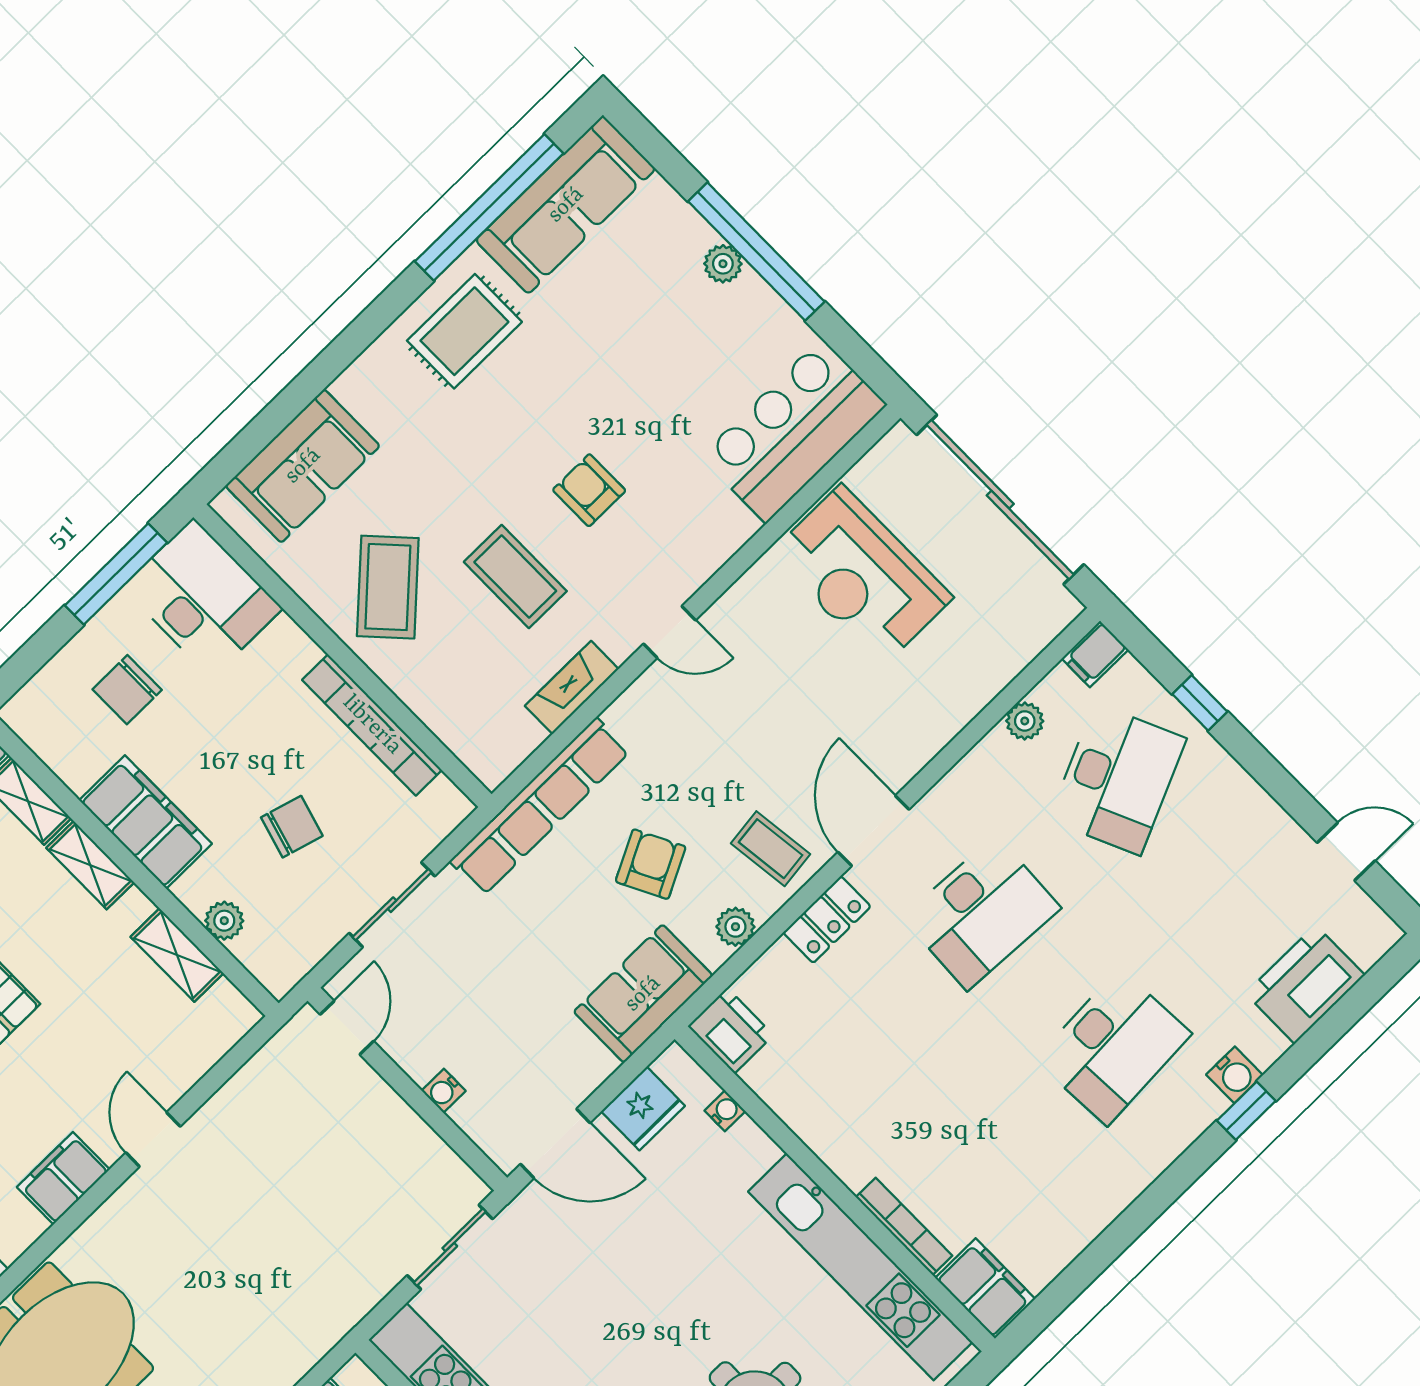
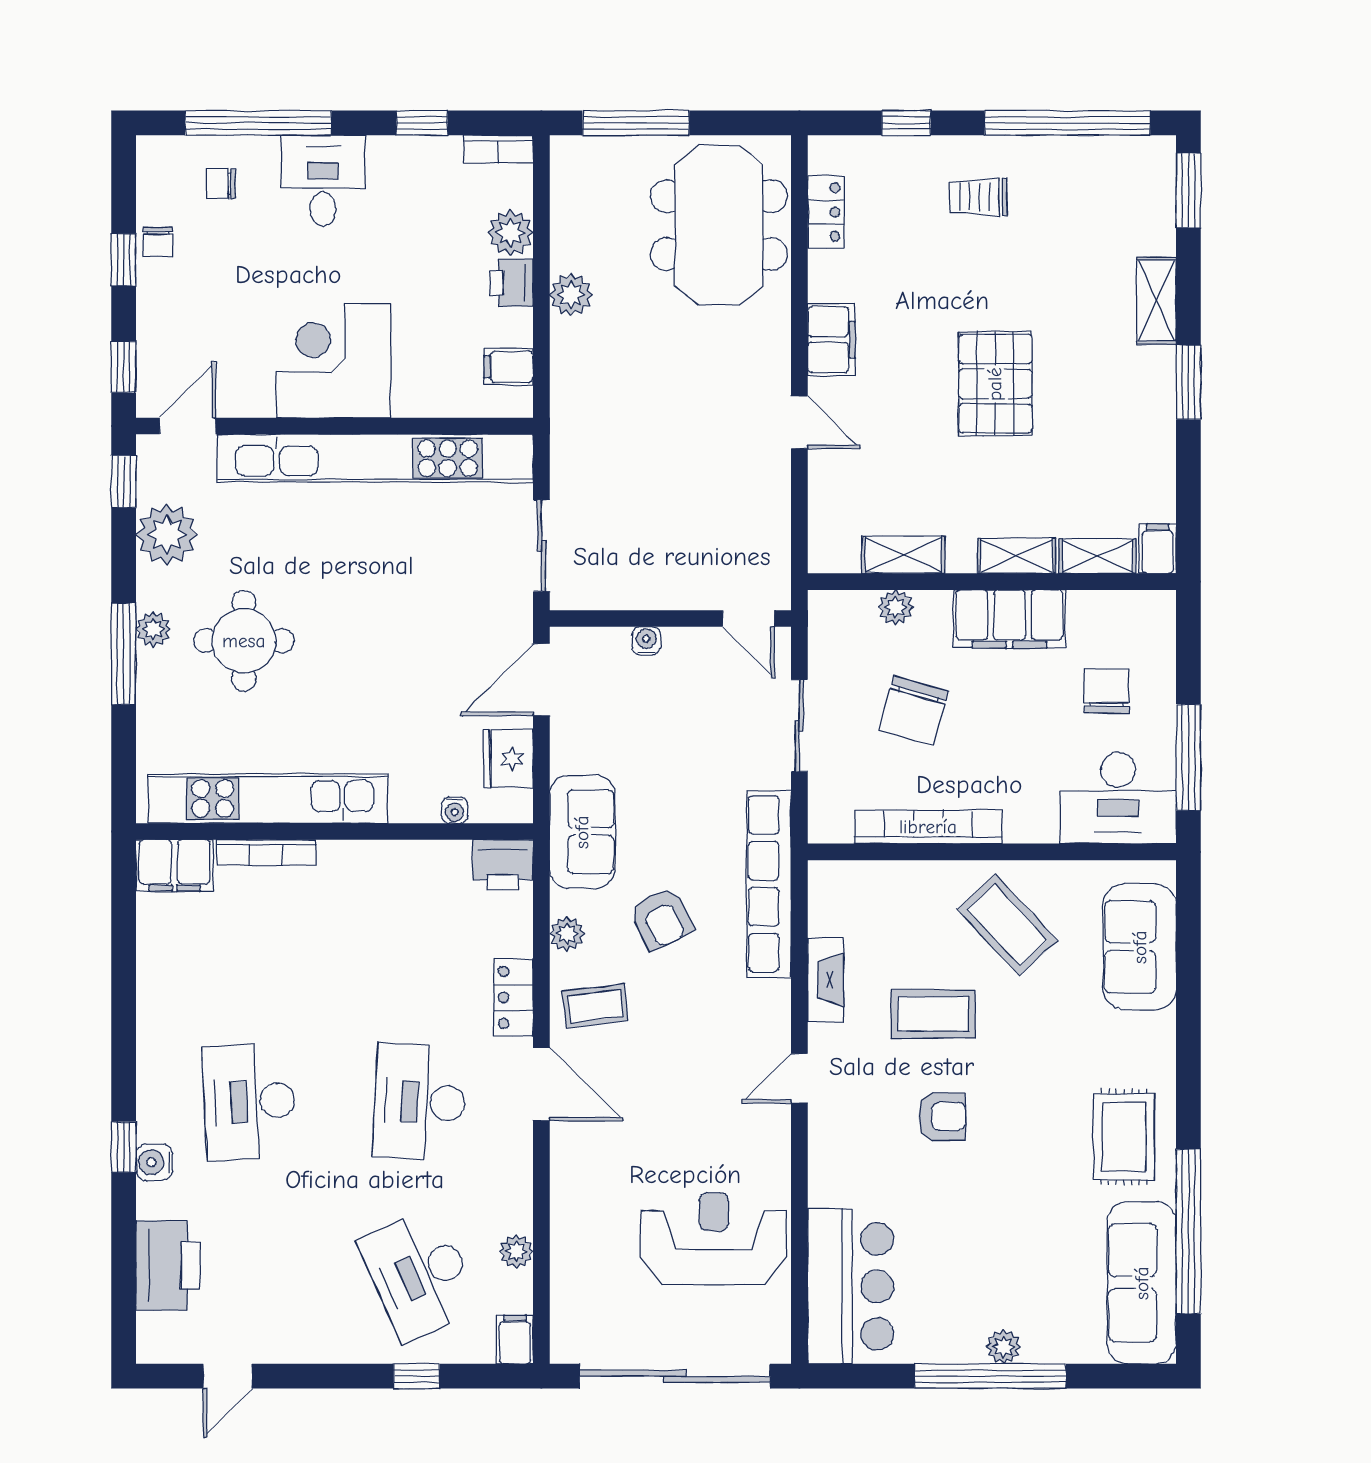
chair: (292, 827) -> (913, 711), width x1.37, depth x1.37

